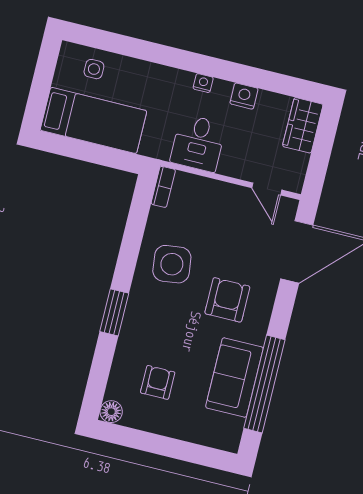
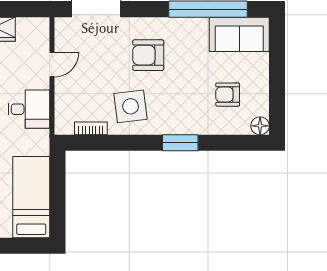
bookcase: (163, 187) -> (91, 128), moved
door: (267, 189) -> (52, 65), moved
sofa: (234, 377) -> (239, 34), moved

